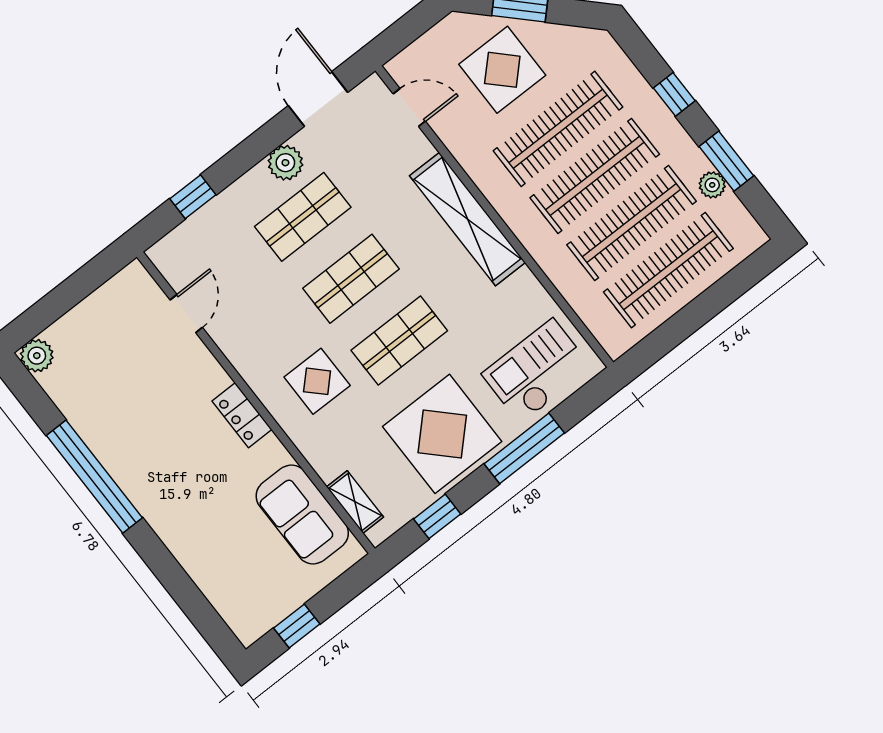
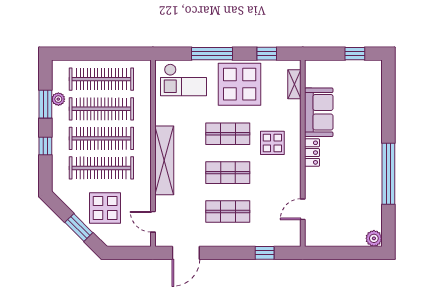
plant: (285, 163) -> (218, 238), removed
sofa: (302, 514) -> (319, 112), moved

